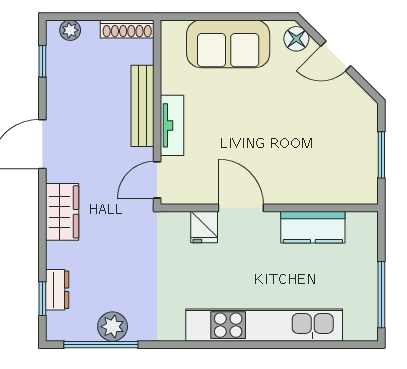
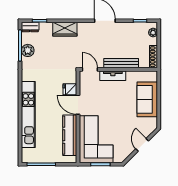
floor lamp: (296, 39) -> (149, 128), removed
corner sofa: (322, 165) -> (96, 139), added
door: (241, 208) -> (78, 105), swing flipped
wardrobe: (62, 212) -> (65, 29), moved
kitchen counter: (313, 227) -> (70, 135), width x1.50
dresser: (57, 290) -> (30, 27), moved

